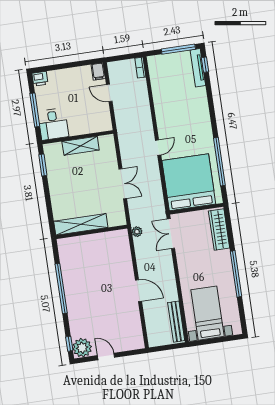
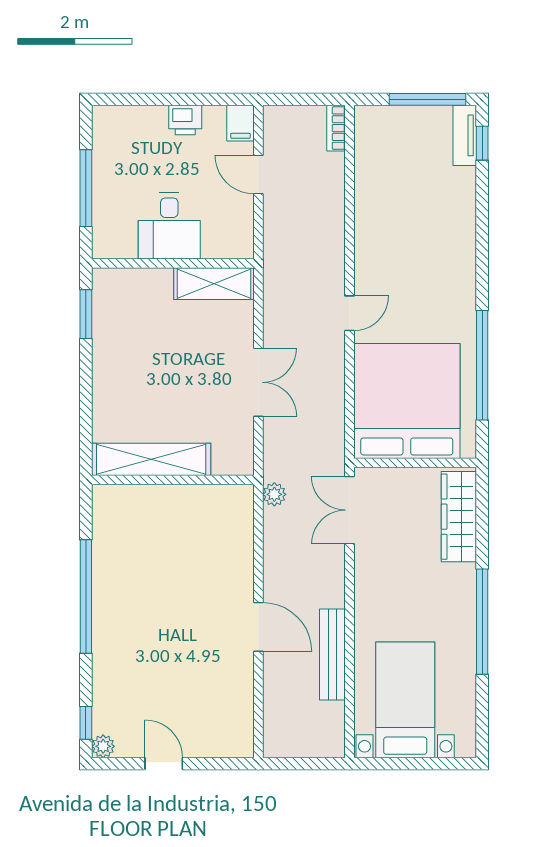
tv unit: (198, 68) -> (465, 135), width x0.71
printer: (40, 79) -> (185, 120), moved
desk: (53, 124) -> (169, 226), moved
shelving: (81, 146) -> (214, 284), moved
bench: (176, 322) -> (332, 654), moved
plant: (82, 348) -> (103, 746), width x0.53, depth x0.53

